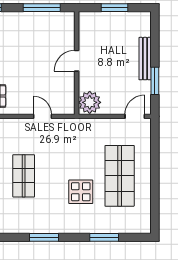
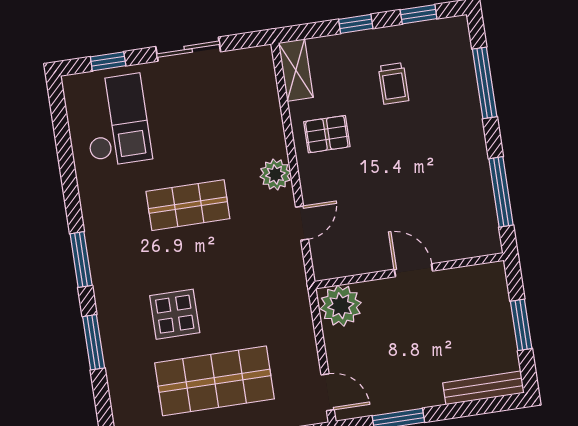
bench: (145, 59) -> (483, 388), moved
plant: (14, 127) -> (275, 174), added
window: (104, 237) -> (94, 342), moved

